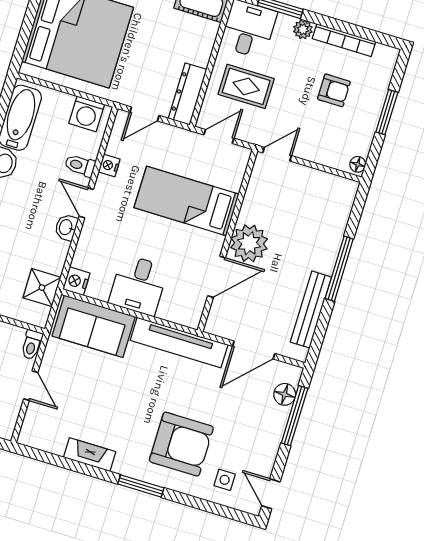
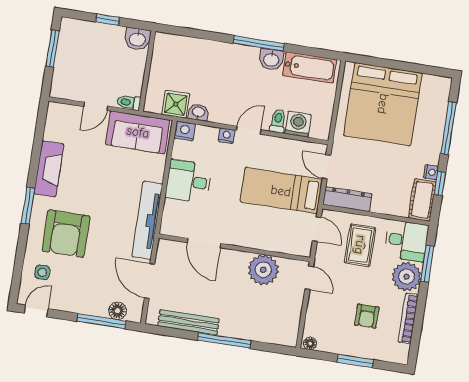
plant: (303, 29) -> (407, 277), width x1.87, depth x1.87
washing machine: (87, 114) -> (298, 124), moved, turned 90
nightstand: (109, 166) -> (226, 136), moved
bed: (187, 201) -> (281, 191), moved, turned -90
washbasin: (66, 227) -> (198, 112), moved
plant: (249, 243) -> (263, 270), moved
sofa: (94, 326) -> (138, 132), moved, turned -90
fireplace: (90, 455) -> (49, 169), width x1.37, depth x1.32

